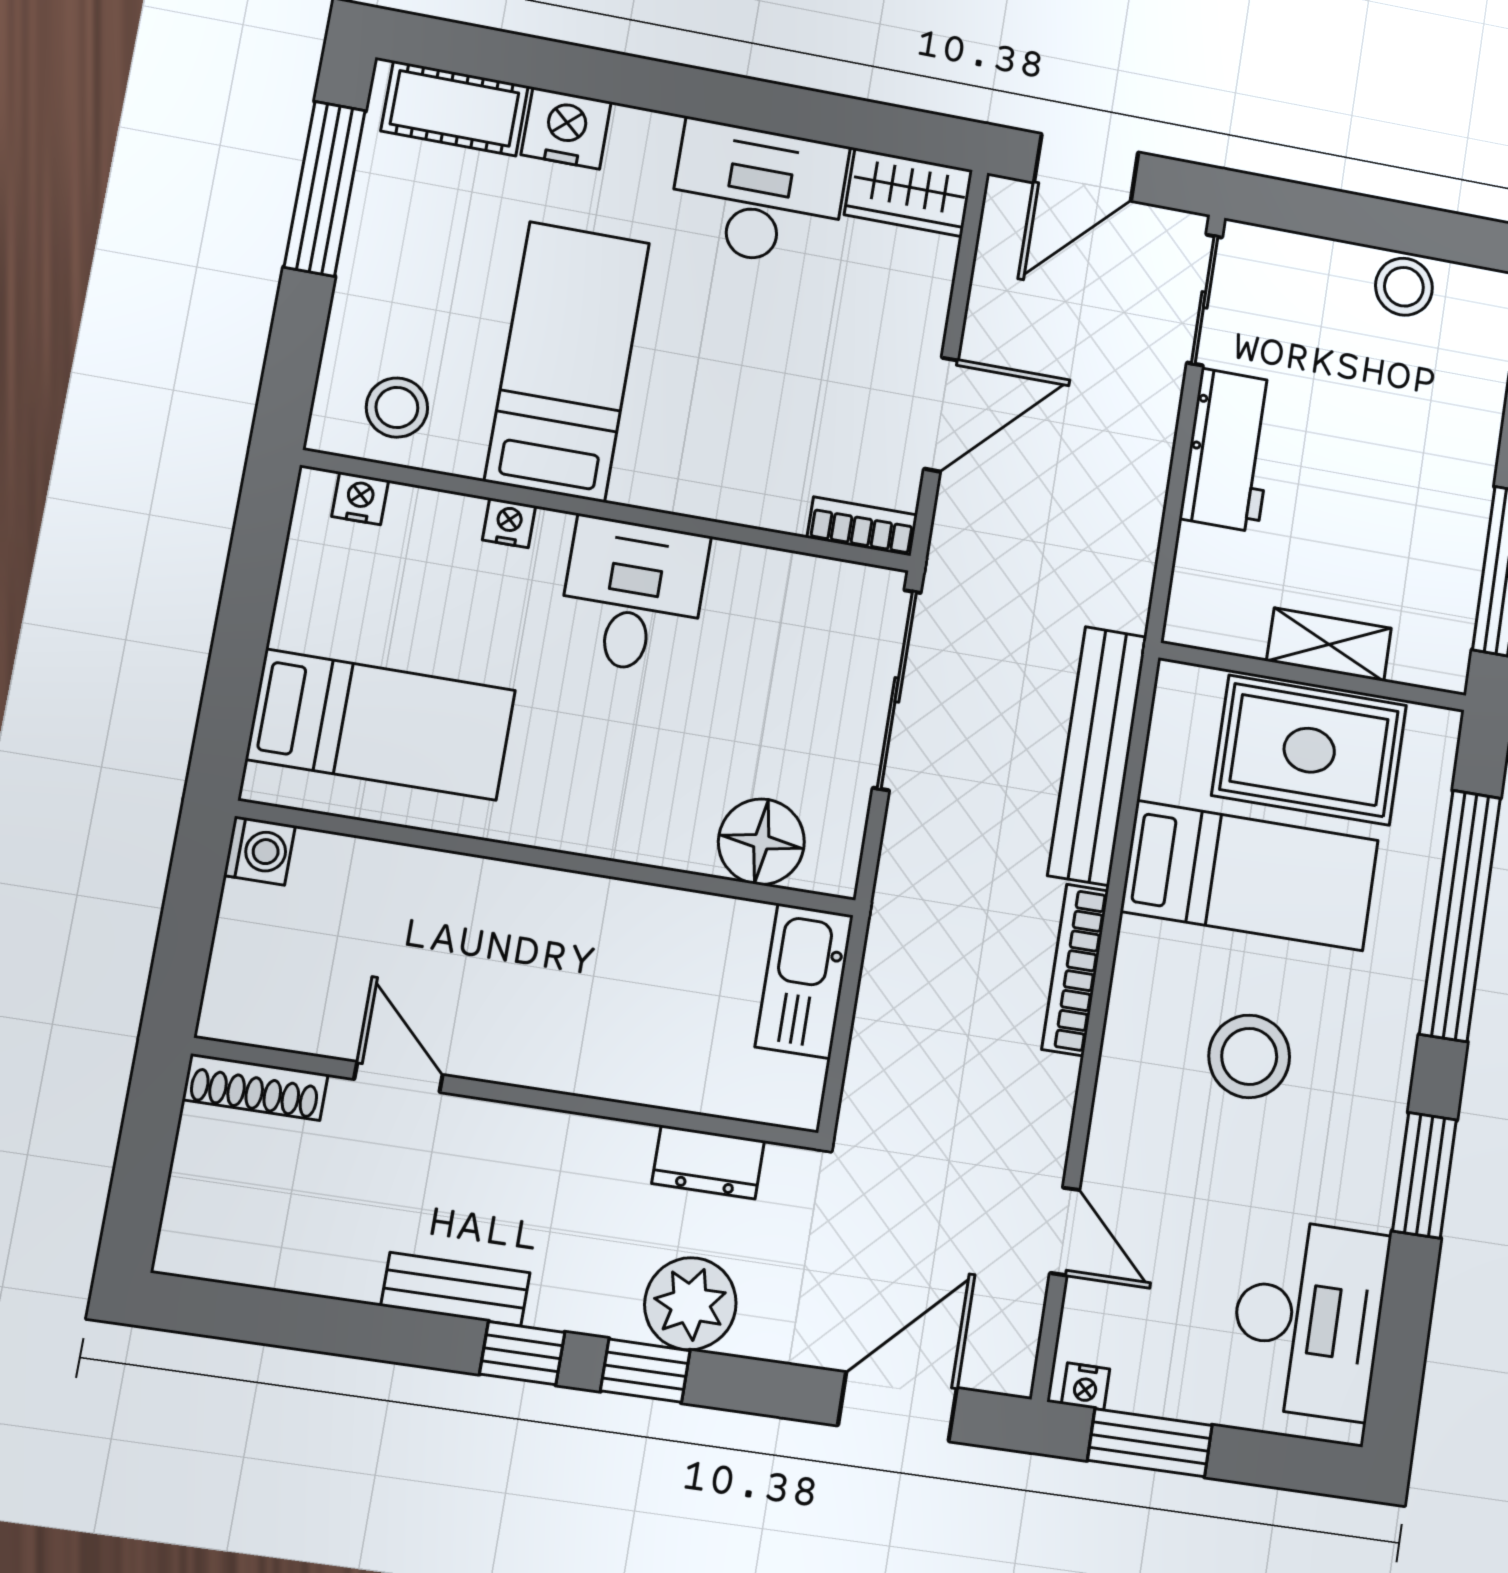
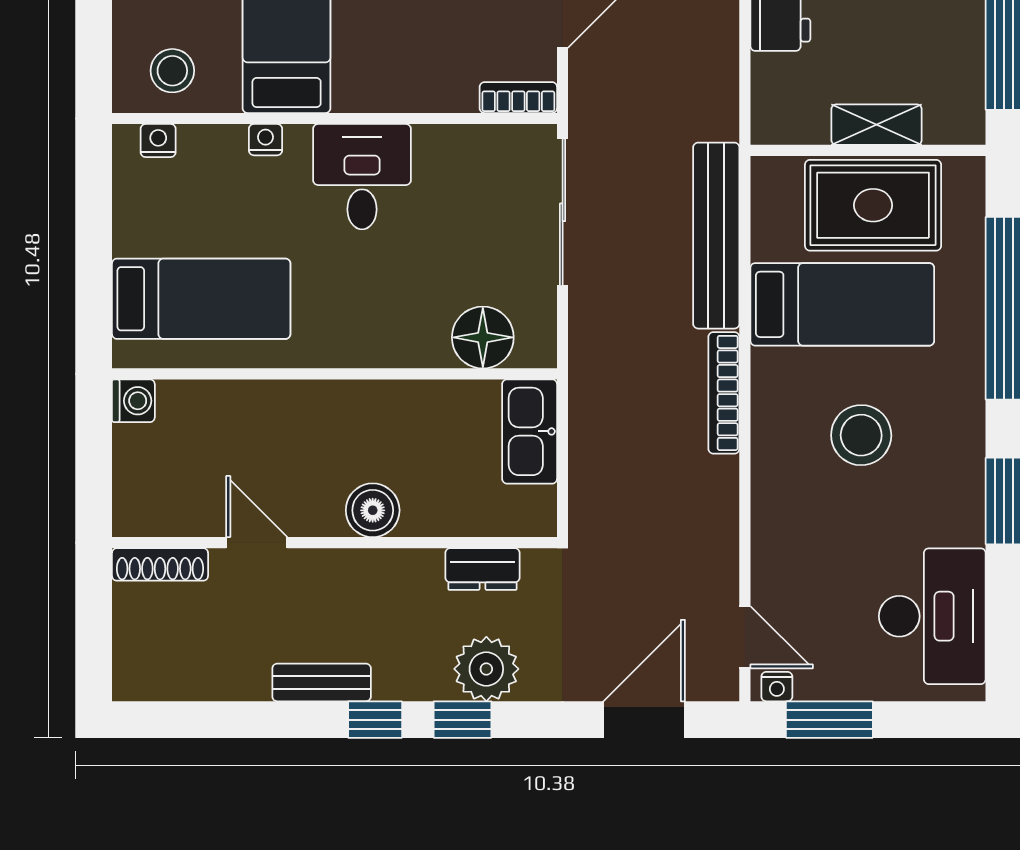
boiler: (569, 1057) -> (373, 510), added
door: (1065, 1231) -> (745, 637), moved

